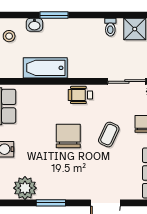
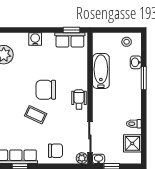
coffee table: (109, 135) -> (36, 115), moved
chair: (68, 136) -> (46, 90), turned 180

